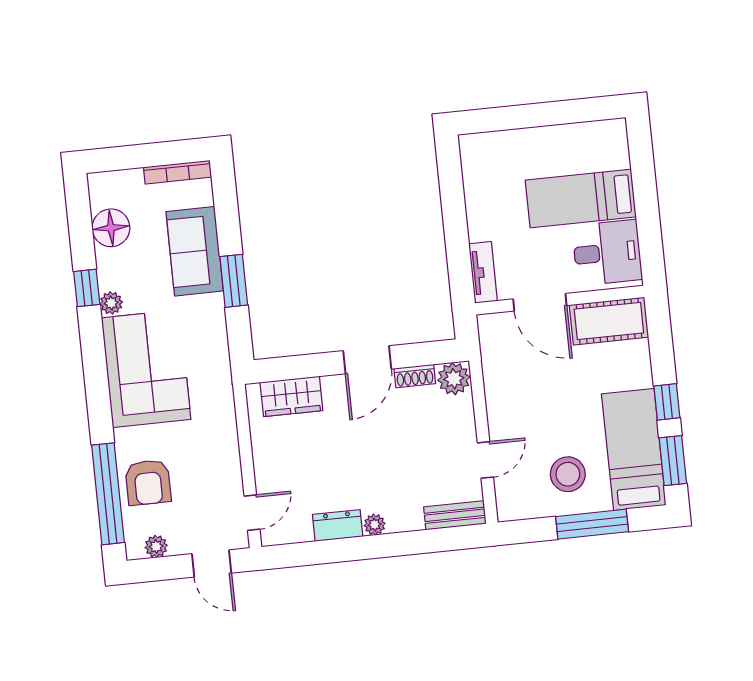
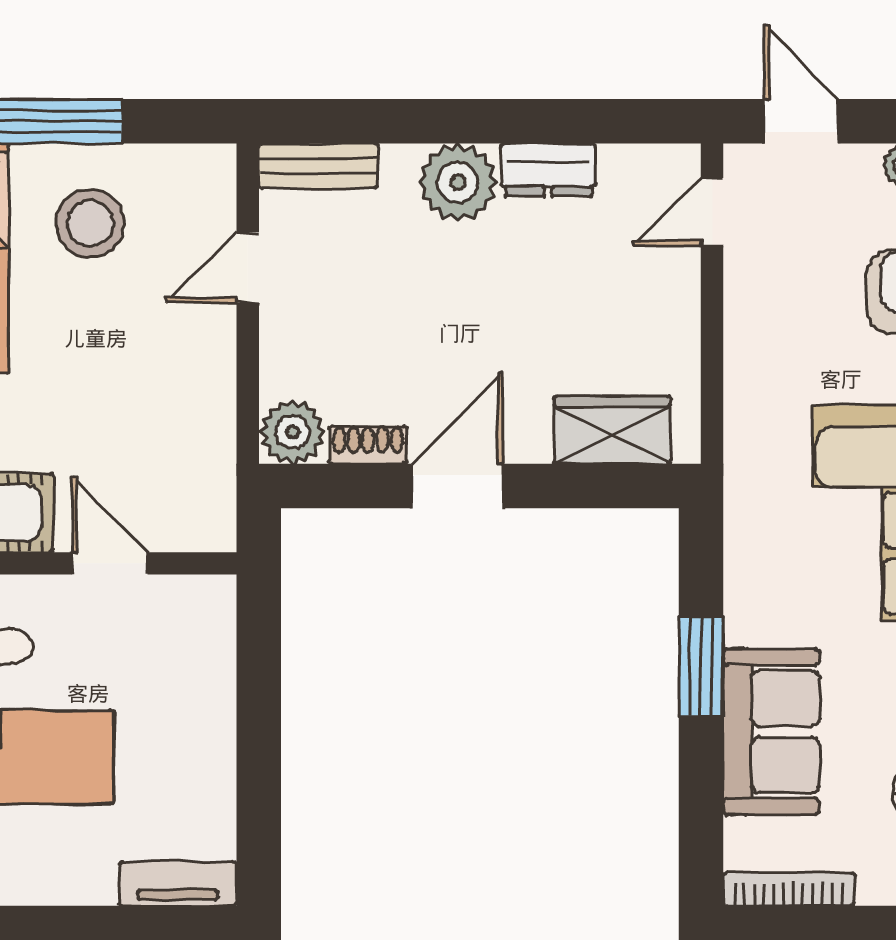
tv unit: (483, 272) -> (178, 884), moved, turned 90
door: (540, 302) -> (110, 563), width x0.73
plant: (375, 525) -> (458, 182), width x1.88, depth x1.88

